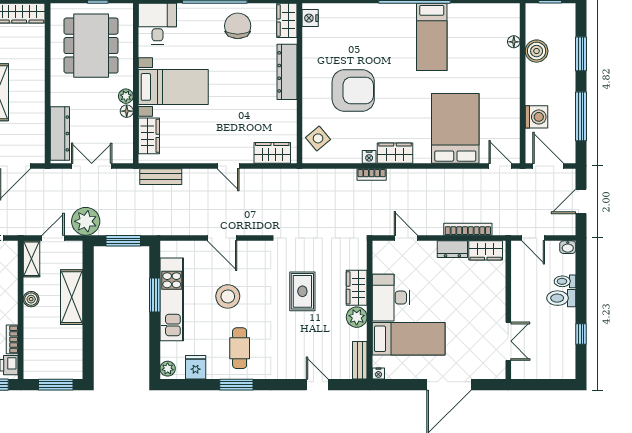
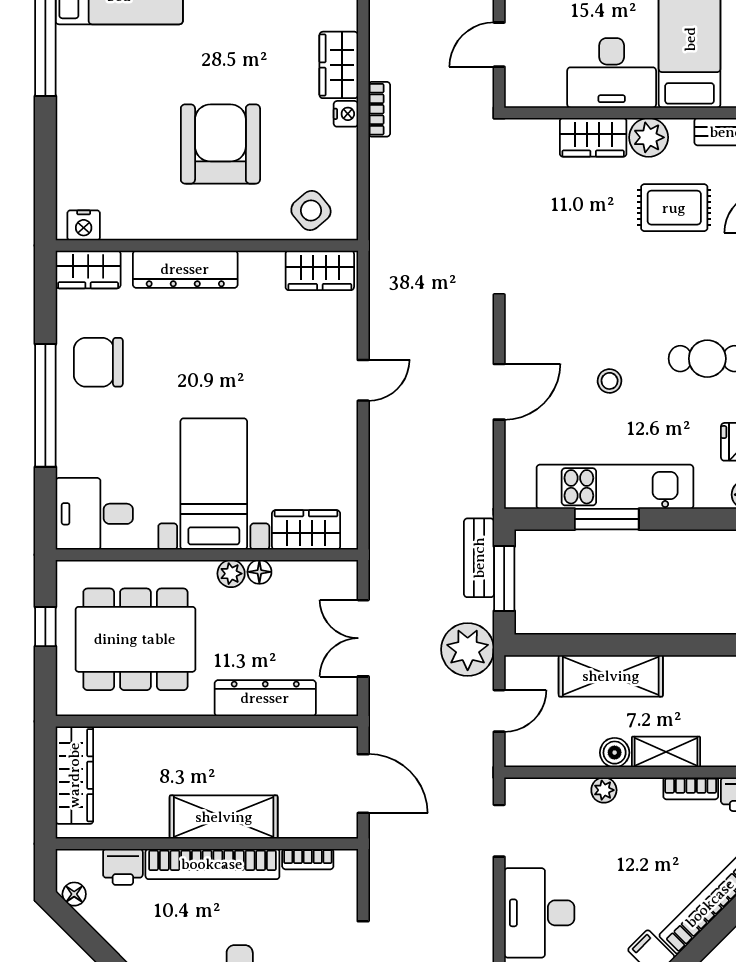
dresser: (60, 133) -> (265, 698), moved
wardrobe: (272, 153) -> (320, 270), moved, turned -90
bench: (161, 177) -> (479, 558), moved
door: (53, 238) -> (499, 711), swing flipped
shelving: (31, 259) -> (666, 752), moved
rug: (302, 291) -> (674, 208), moved
plant: (11, 293) -> (604, 790), added
stool: (228, 296) -> (610, 381), width x0.53, depth x0.53

